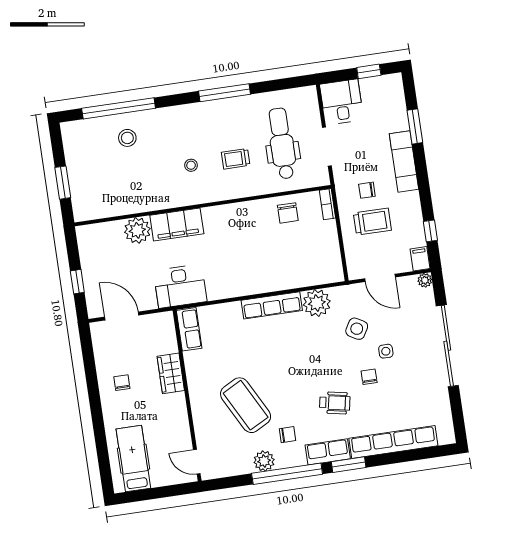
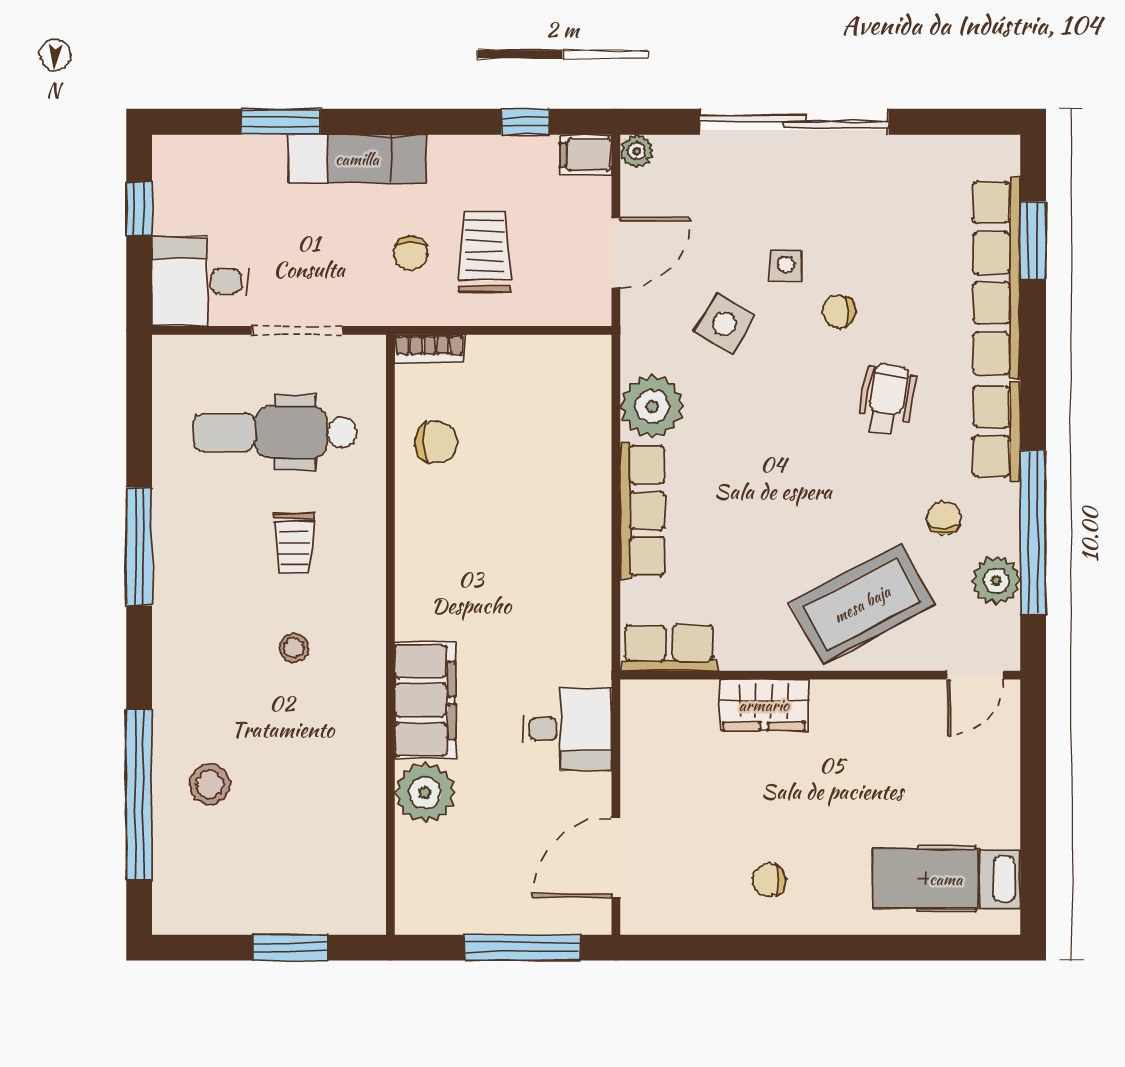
window: (77, 282) -> (522, 948), width x2.17
desk: (180, 286) -> (567, 729), width x0.73
row of seats: (189, 329) -> (669, 648), moved
wardrobe: (171, 373) -> (764, 705), moved
wall: (187, 396) -> (820, 675), moved
door: (197, 462) -> (975, 675), moved
window: (349, 465) -> (1033, 240), moved

